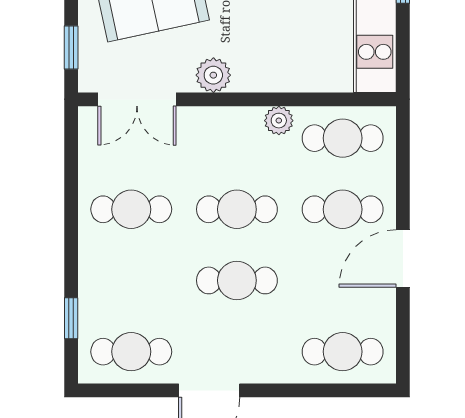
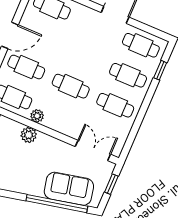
plant: (213, 75) -> (29, 135), moved
cafe table: (237, 280) -> (128, 75), moved

